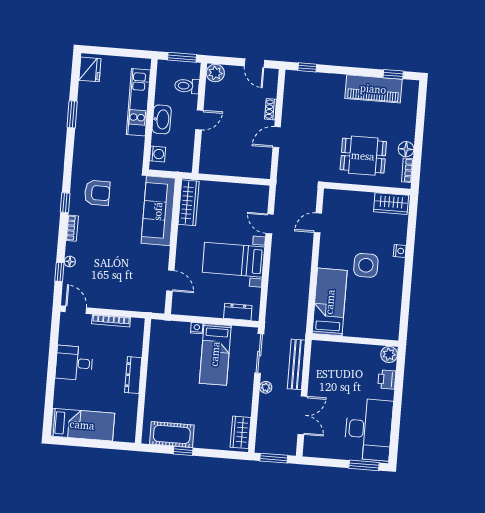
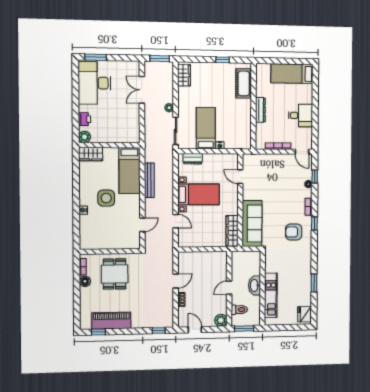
washing machine: (158, 154) -> (255, 262), removed
dining table: (363, 156) -> (115, 274), turned 90
wardrobe: (391, 204) -> (91, 154), moved, turned 180
bench: (296, 364) -> (149, 180), moved
cot: (172, 434) -> (244, 83), moved, turned 90

